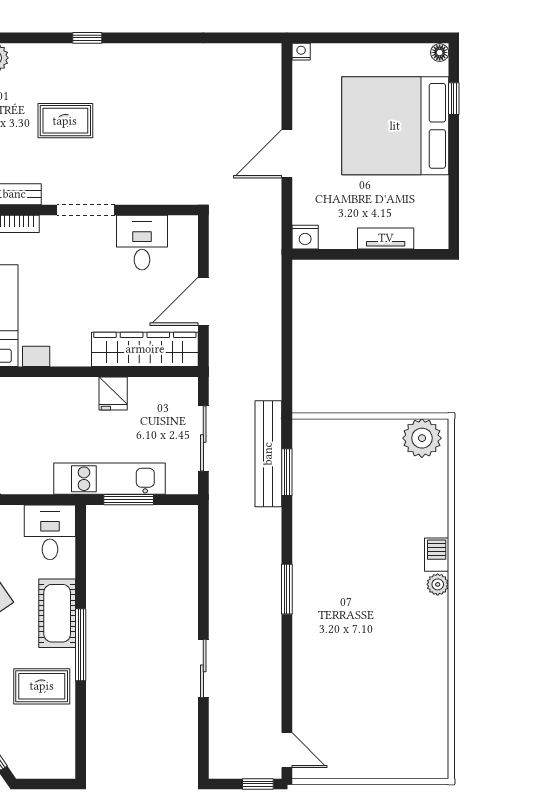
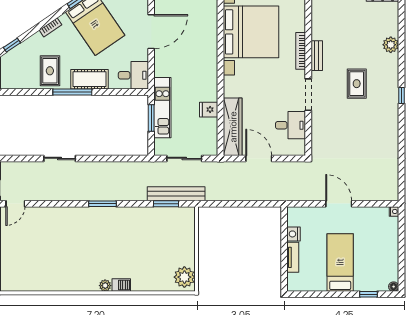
bed: (395, 126) -> (340, 262), width x0.49
nightstand: (305, 237) -> (294, 234), moved

